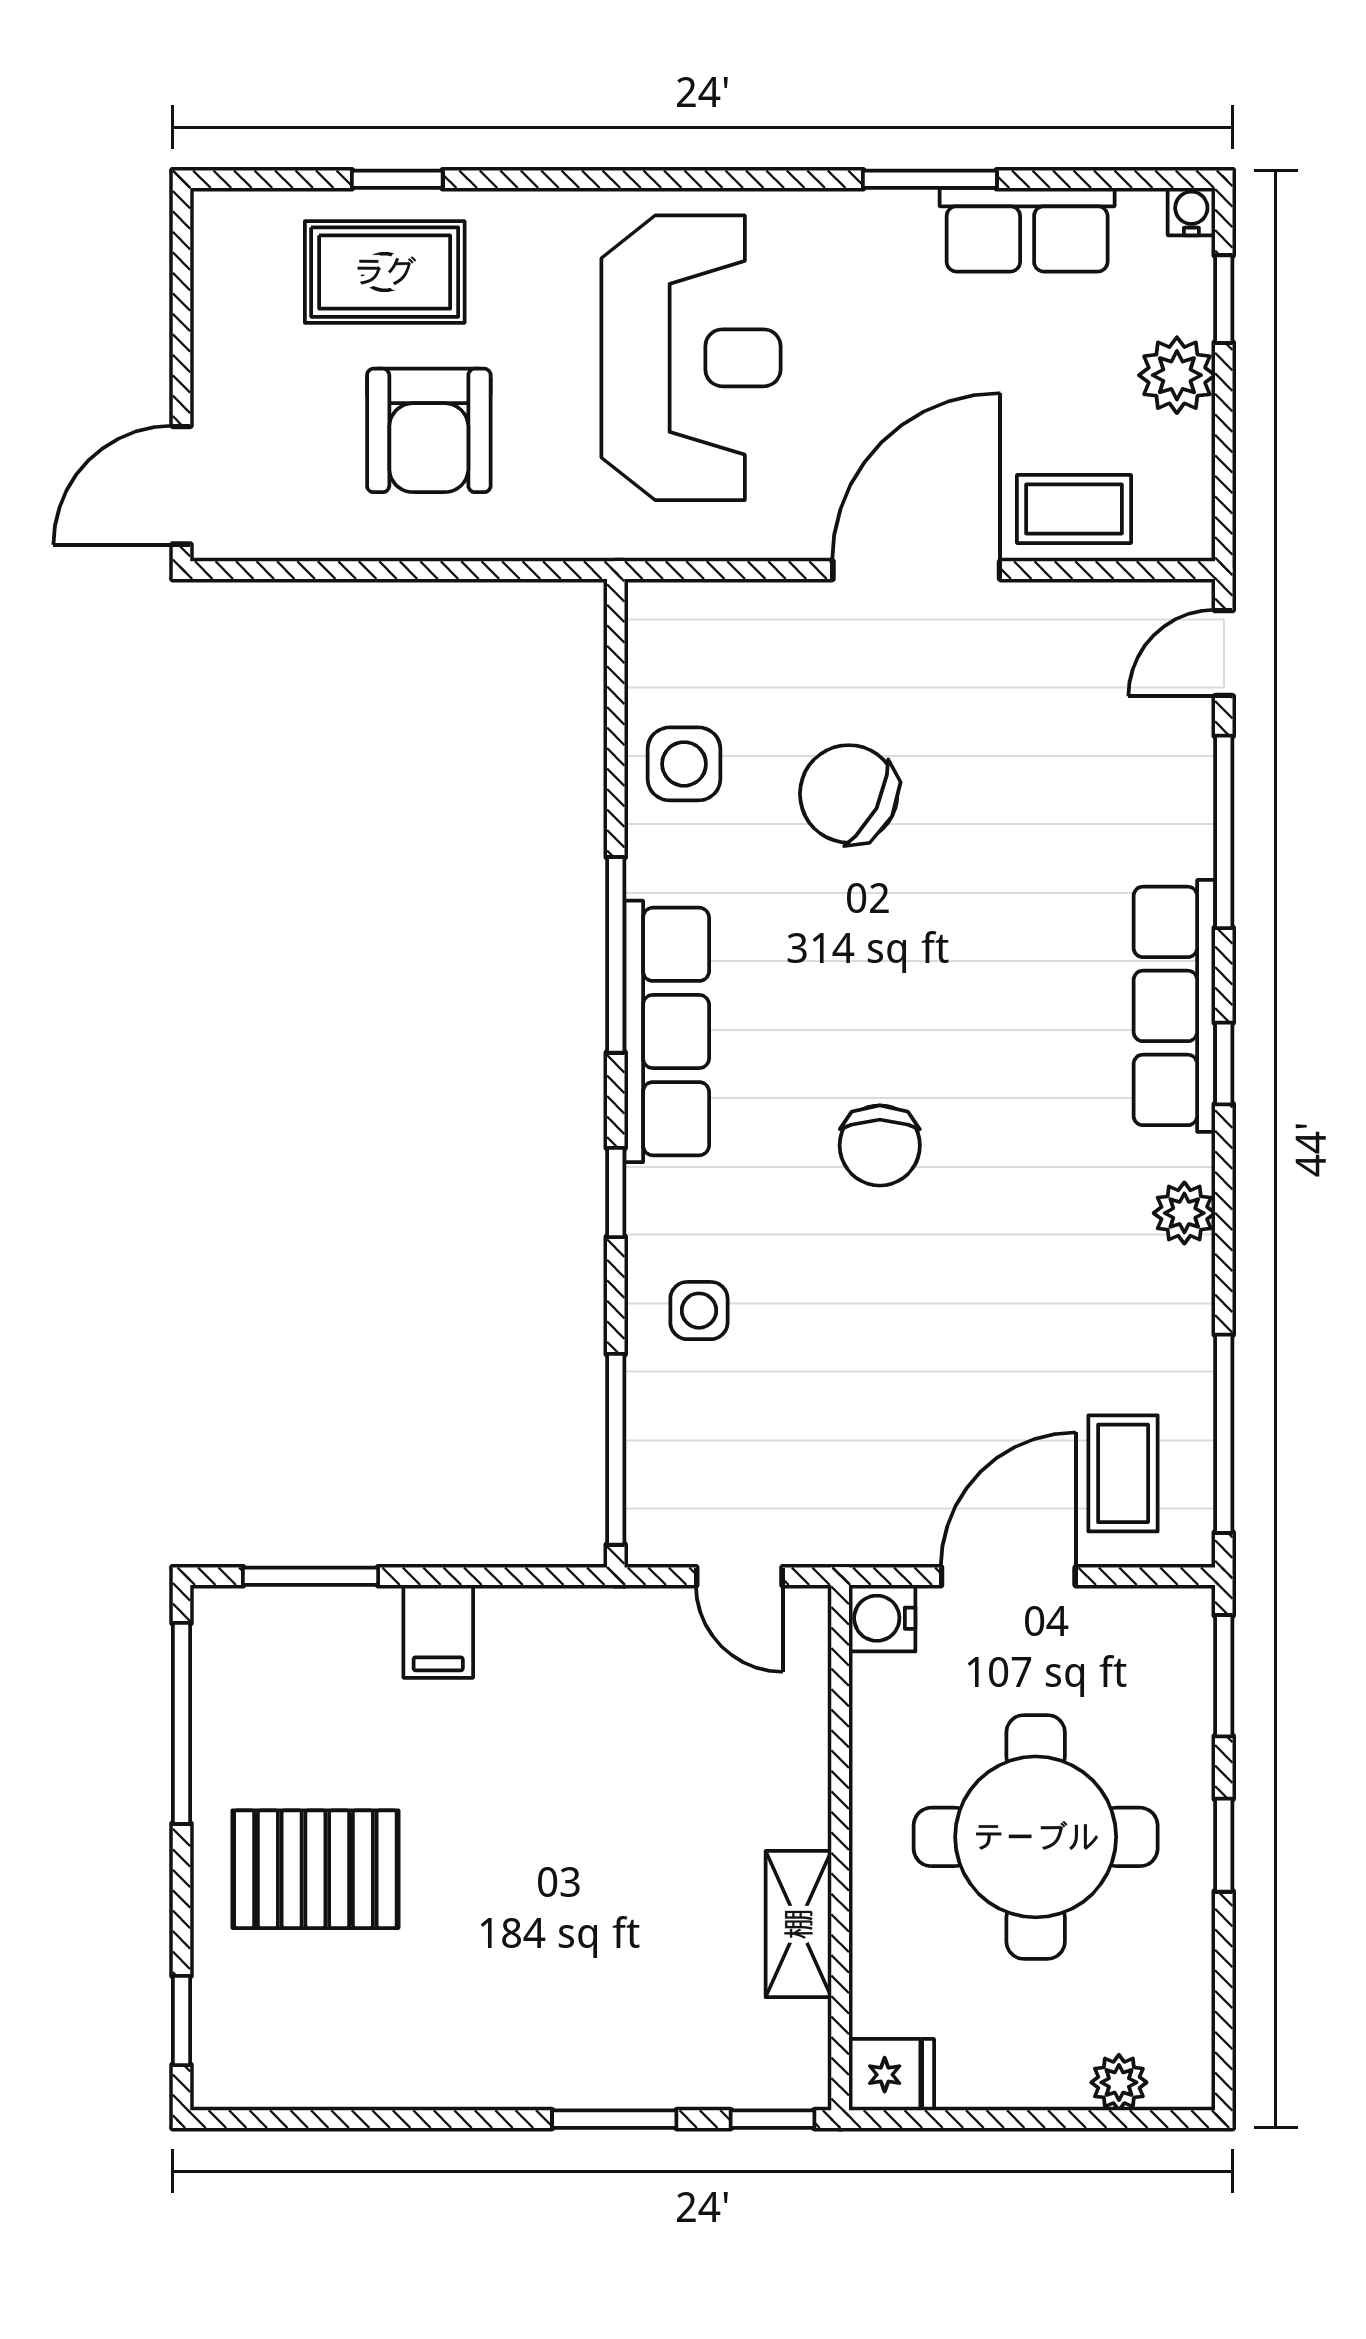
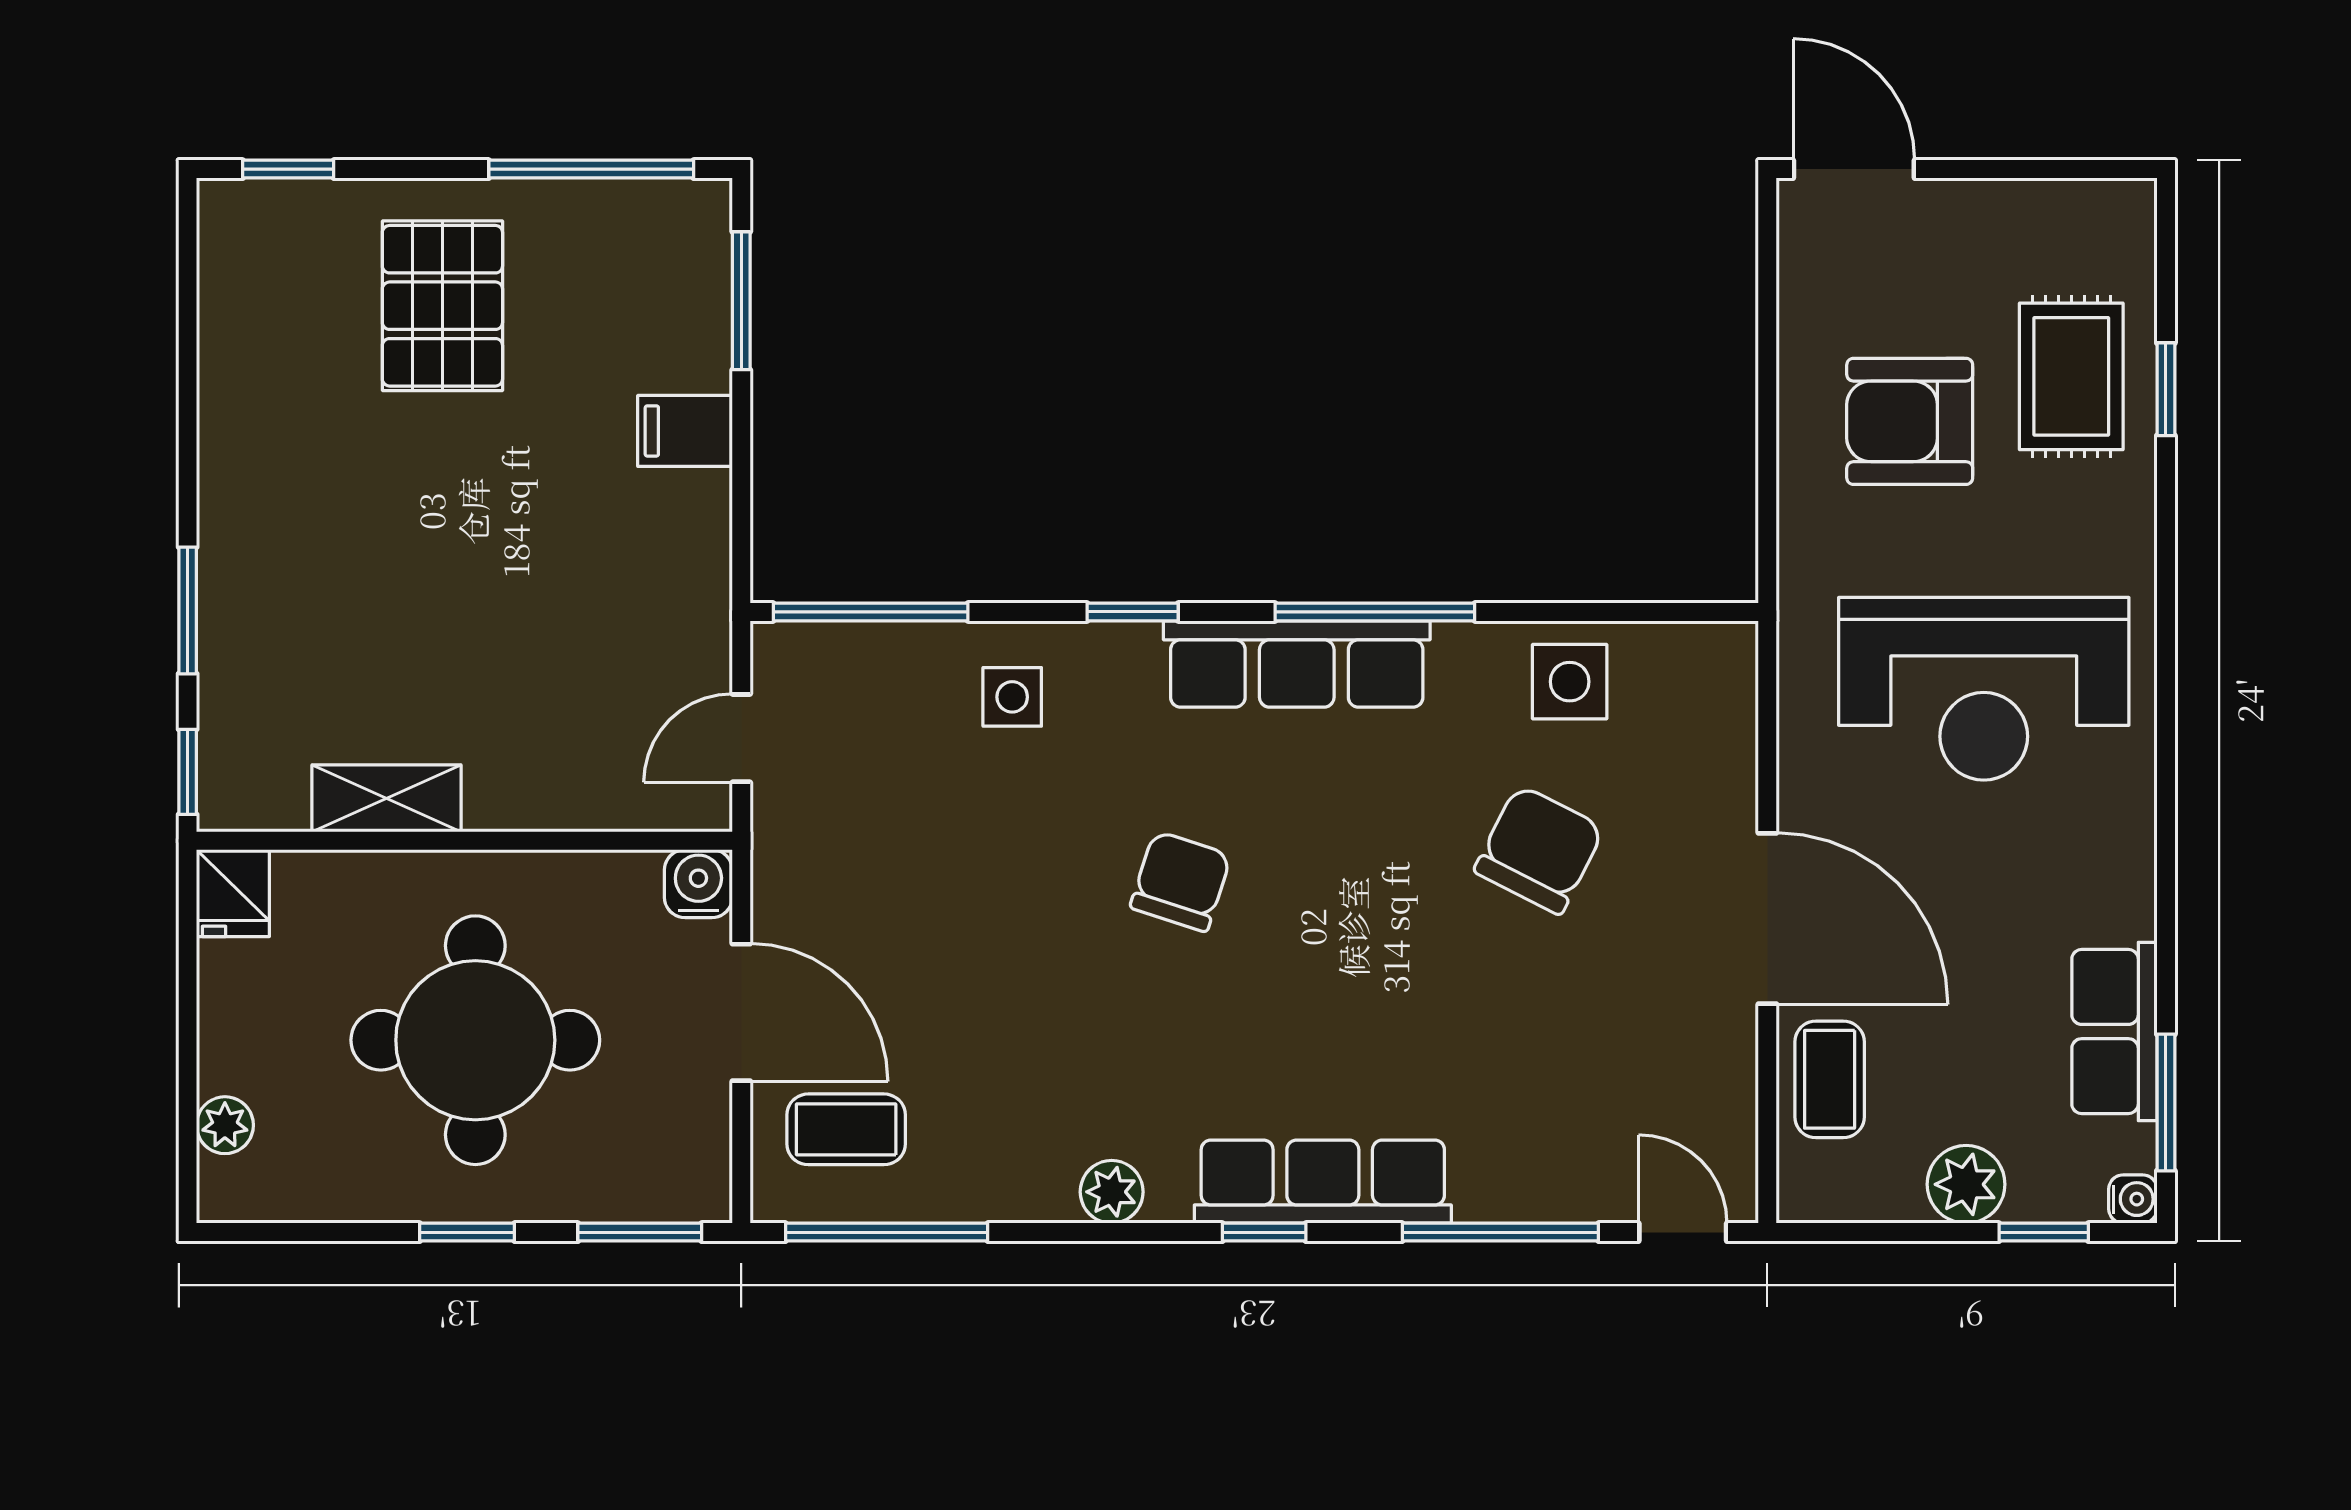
window: (930, 179) -> (2166, 1102), moved
chair: (880, 1145) -> (1181, 881), turned 108

